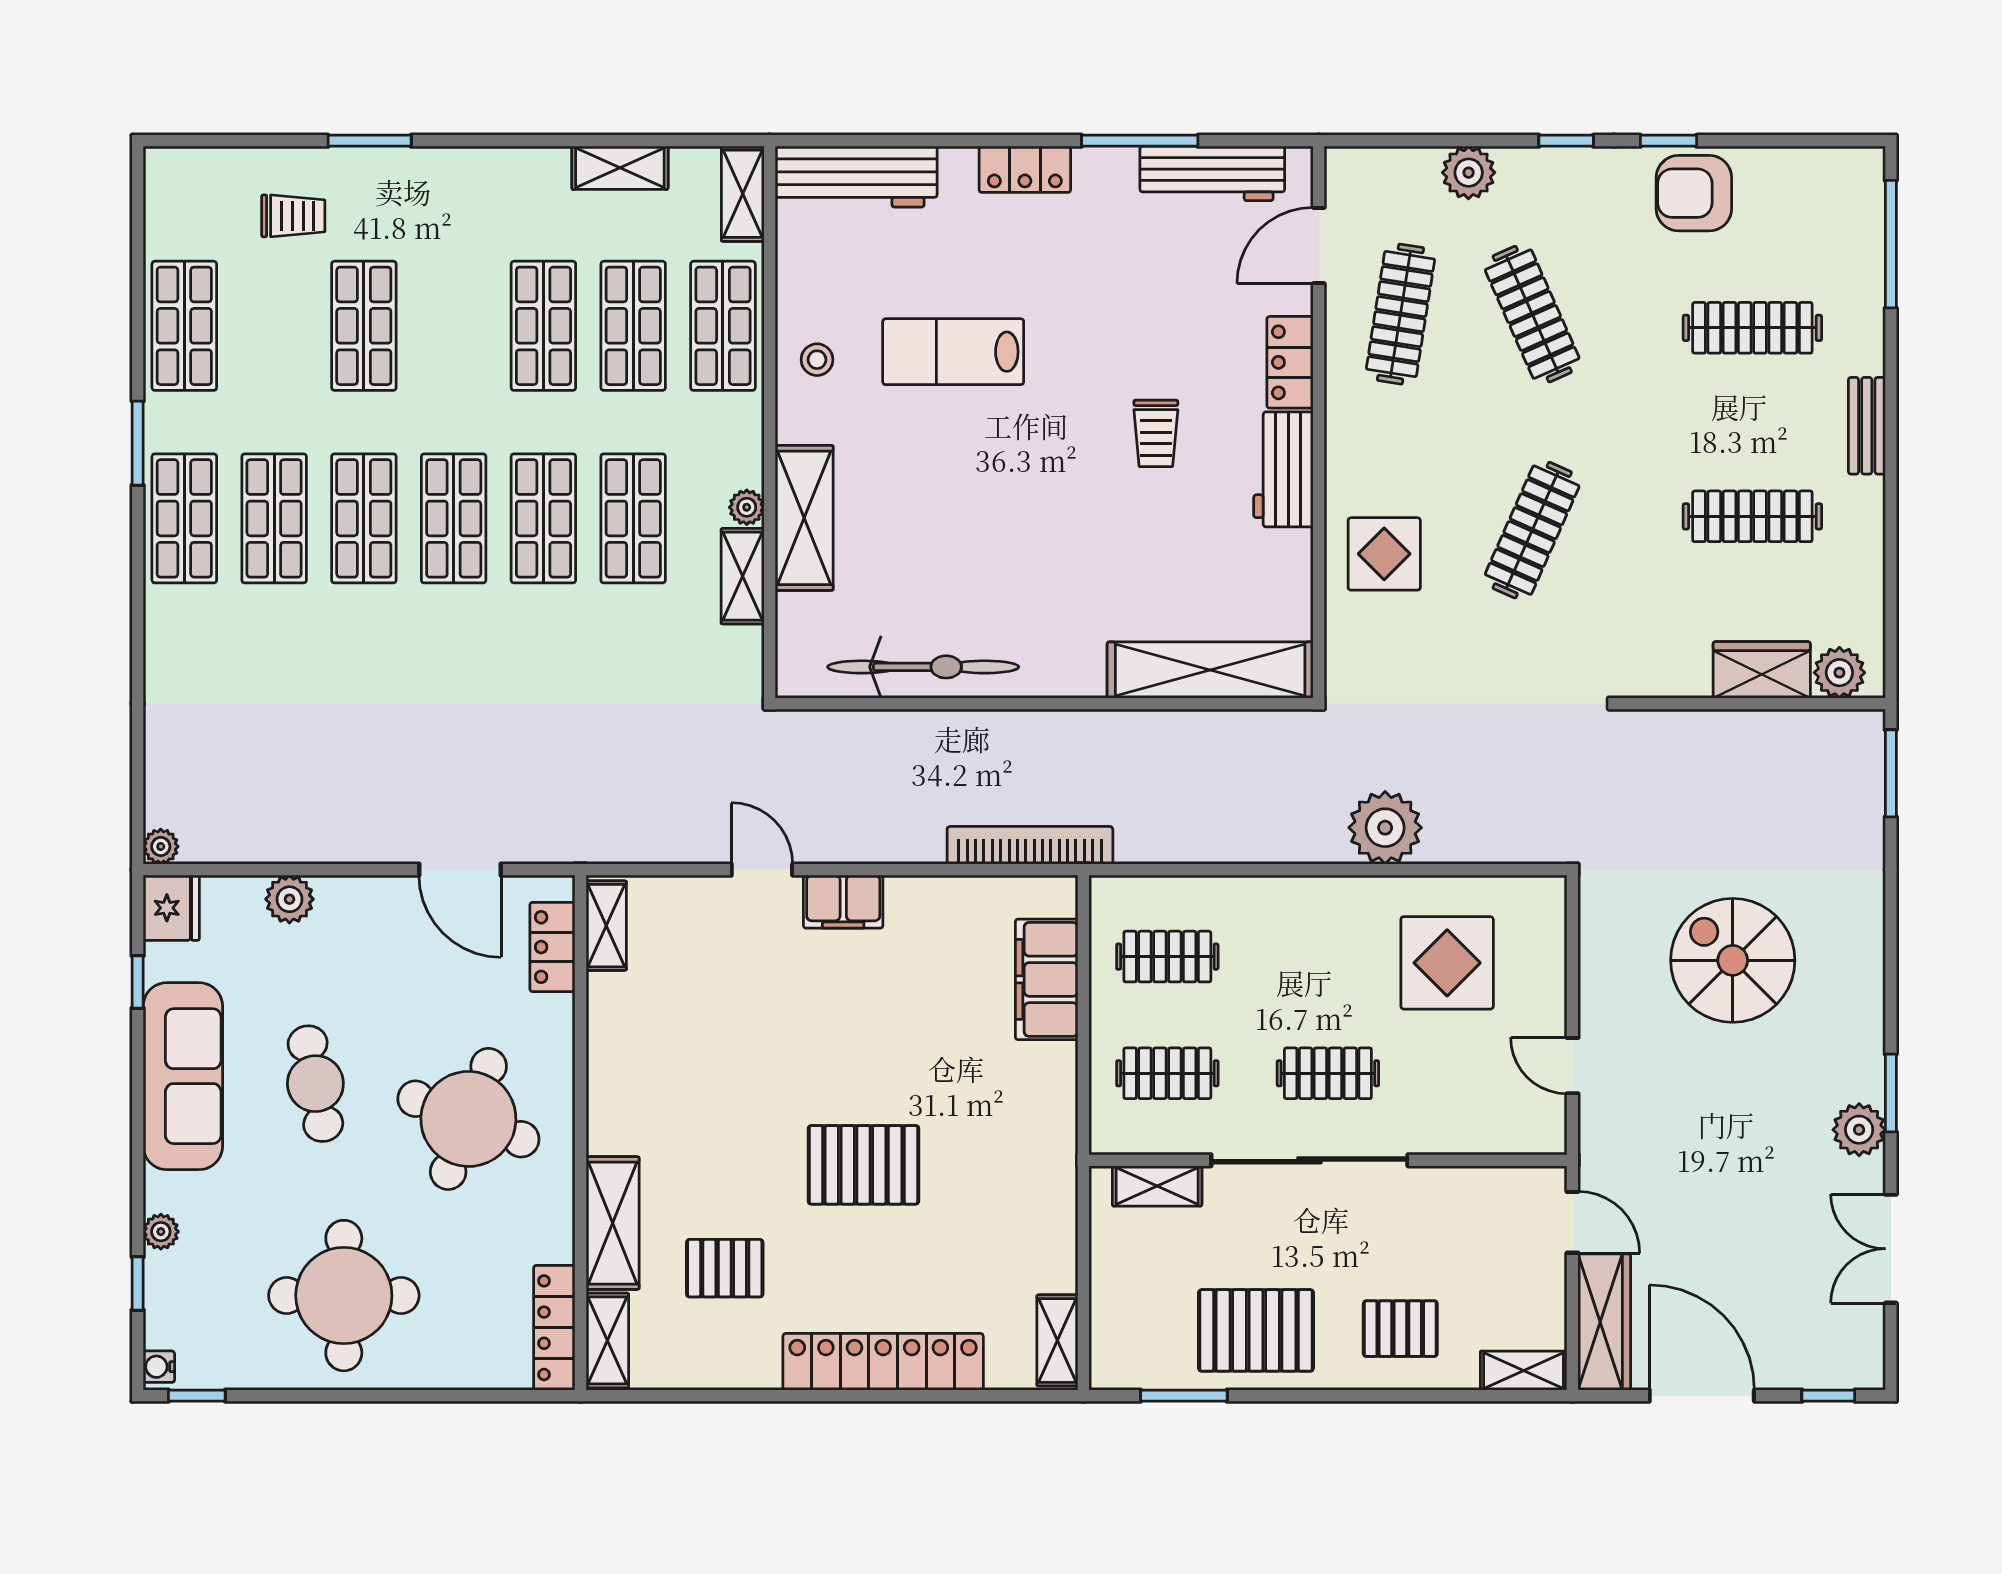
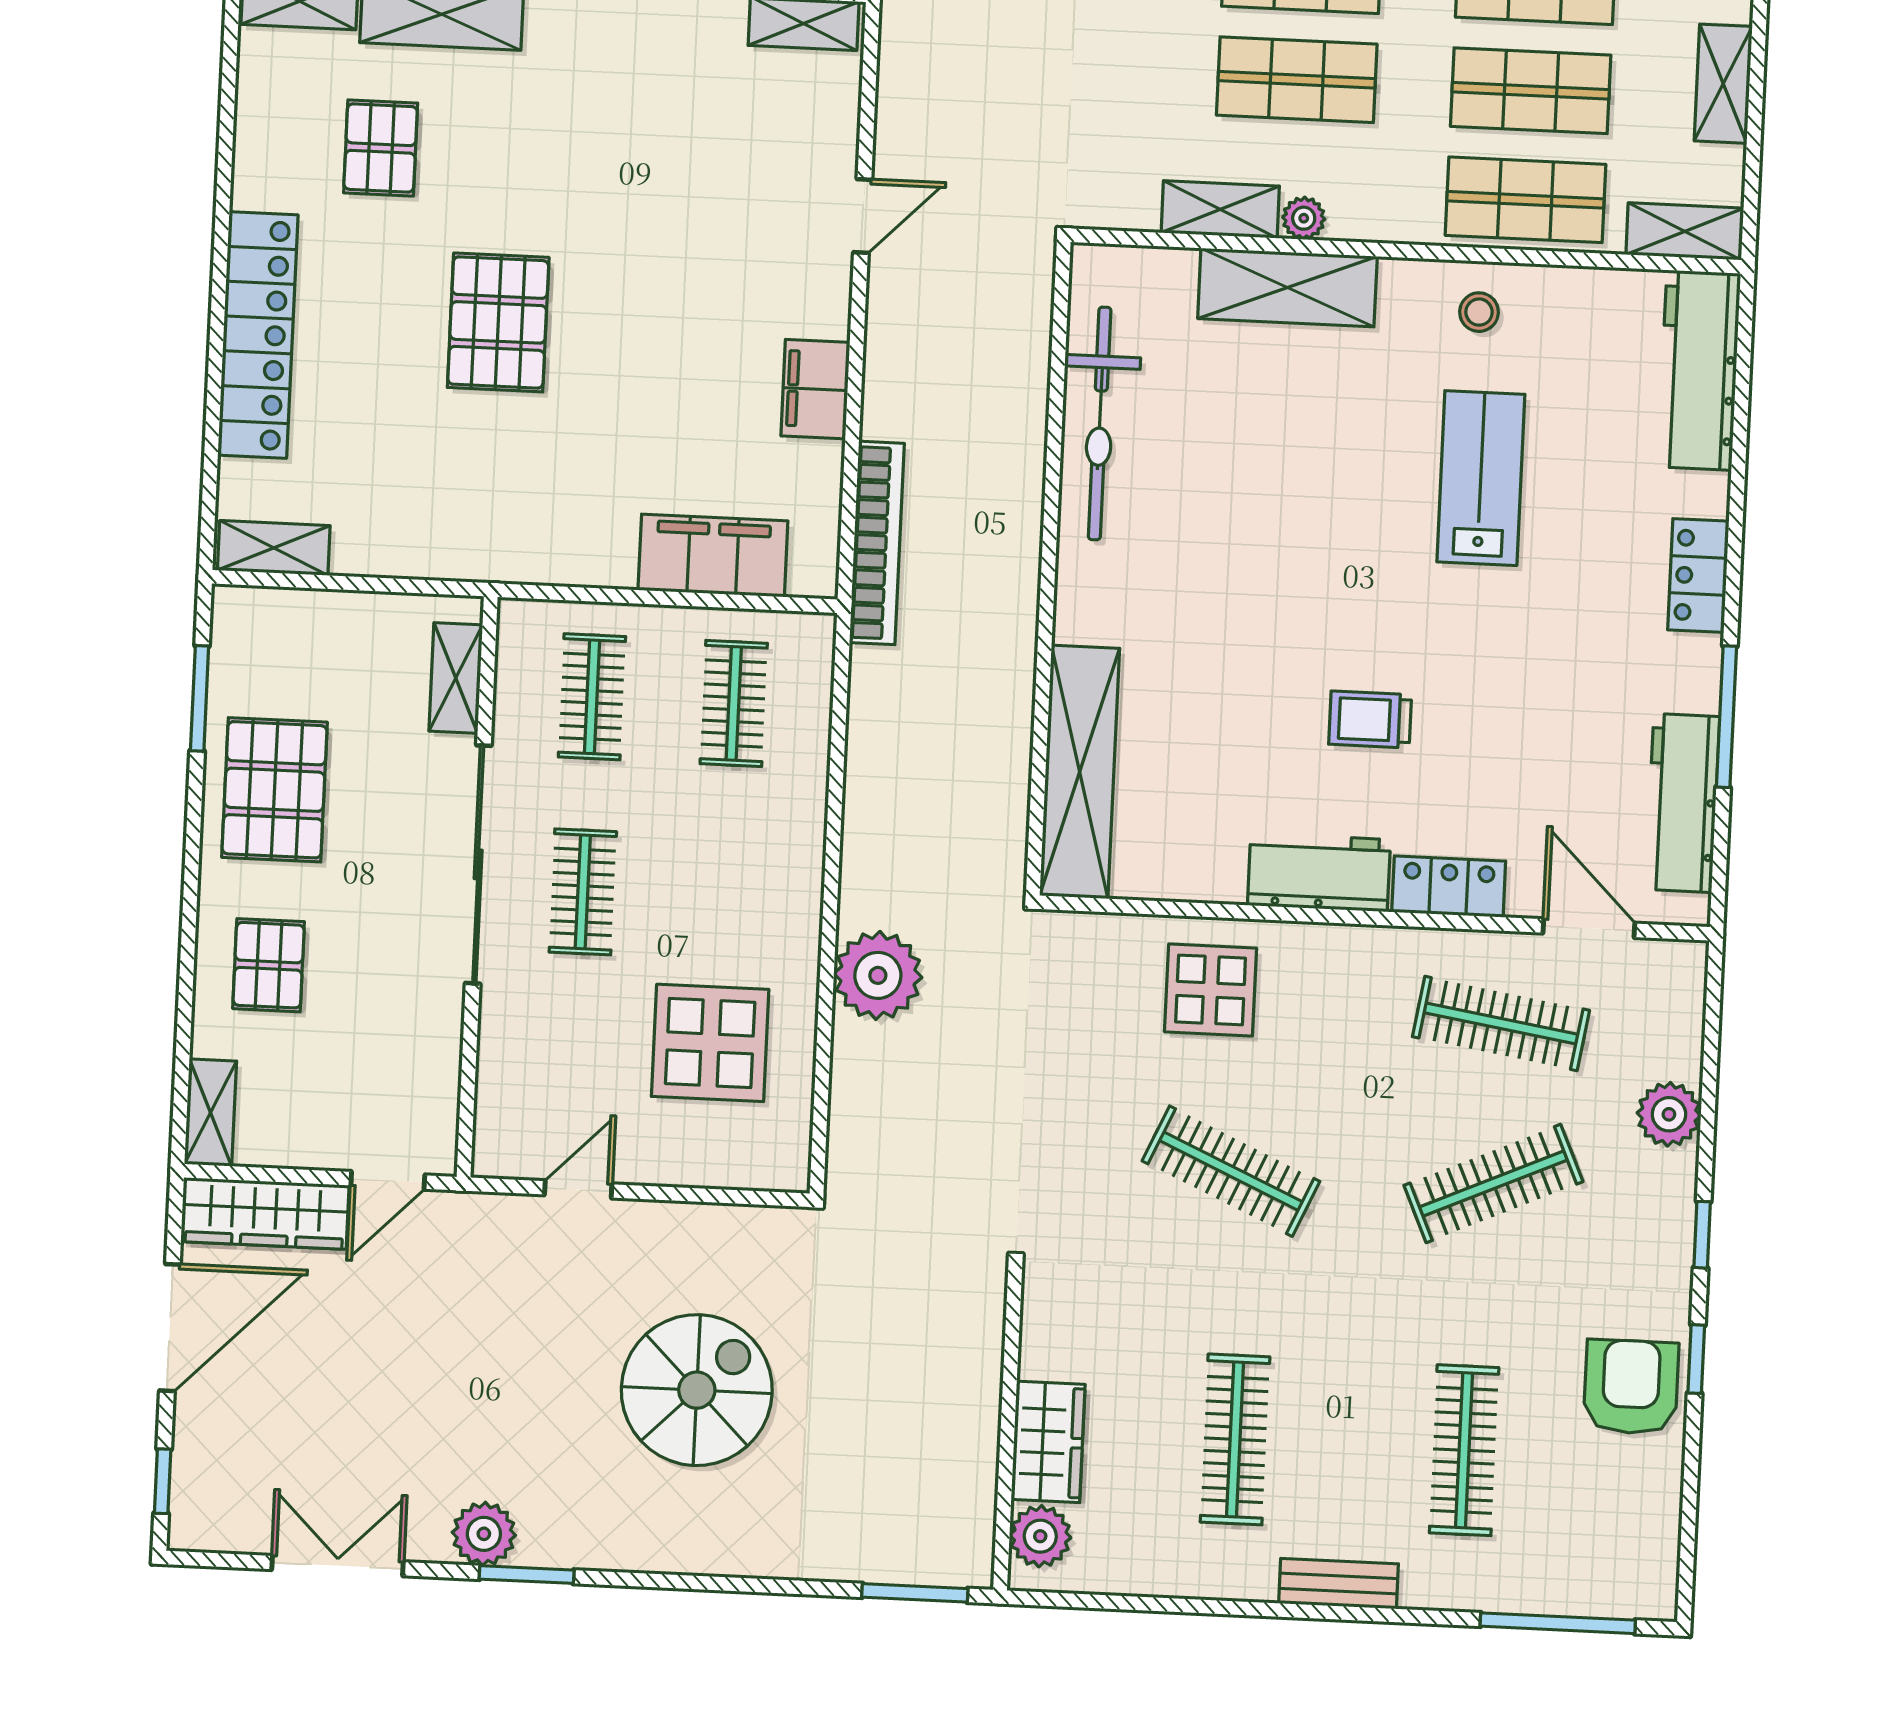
filing cabinet: (843, 902) -> (815, 389), moved

